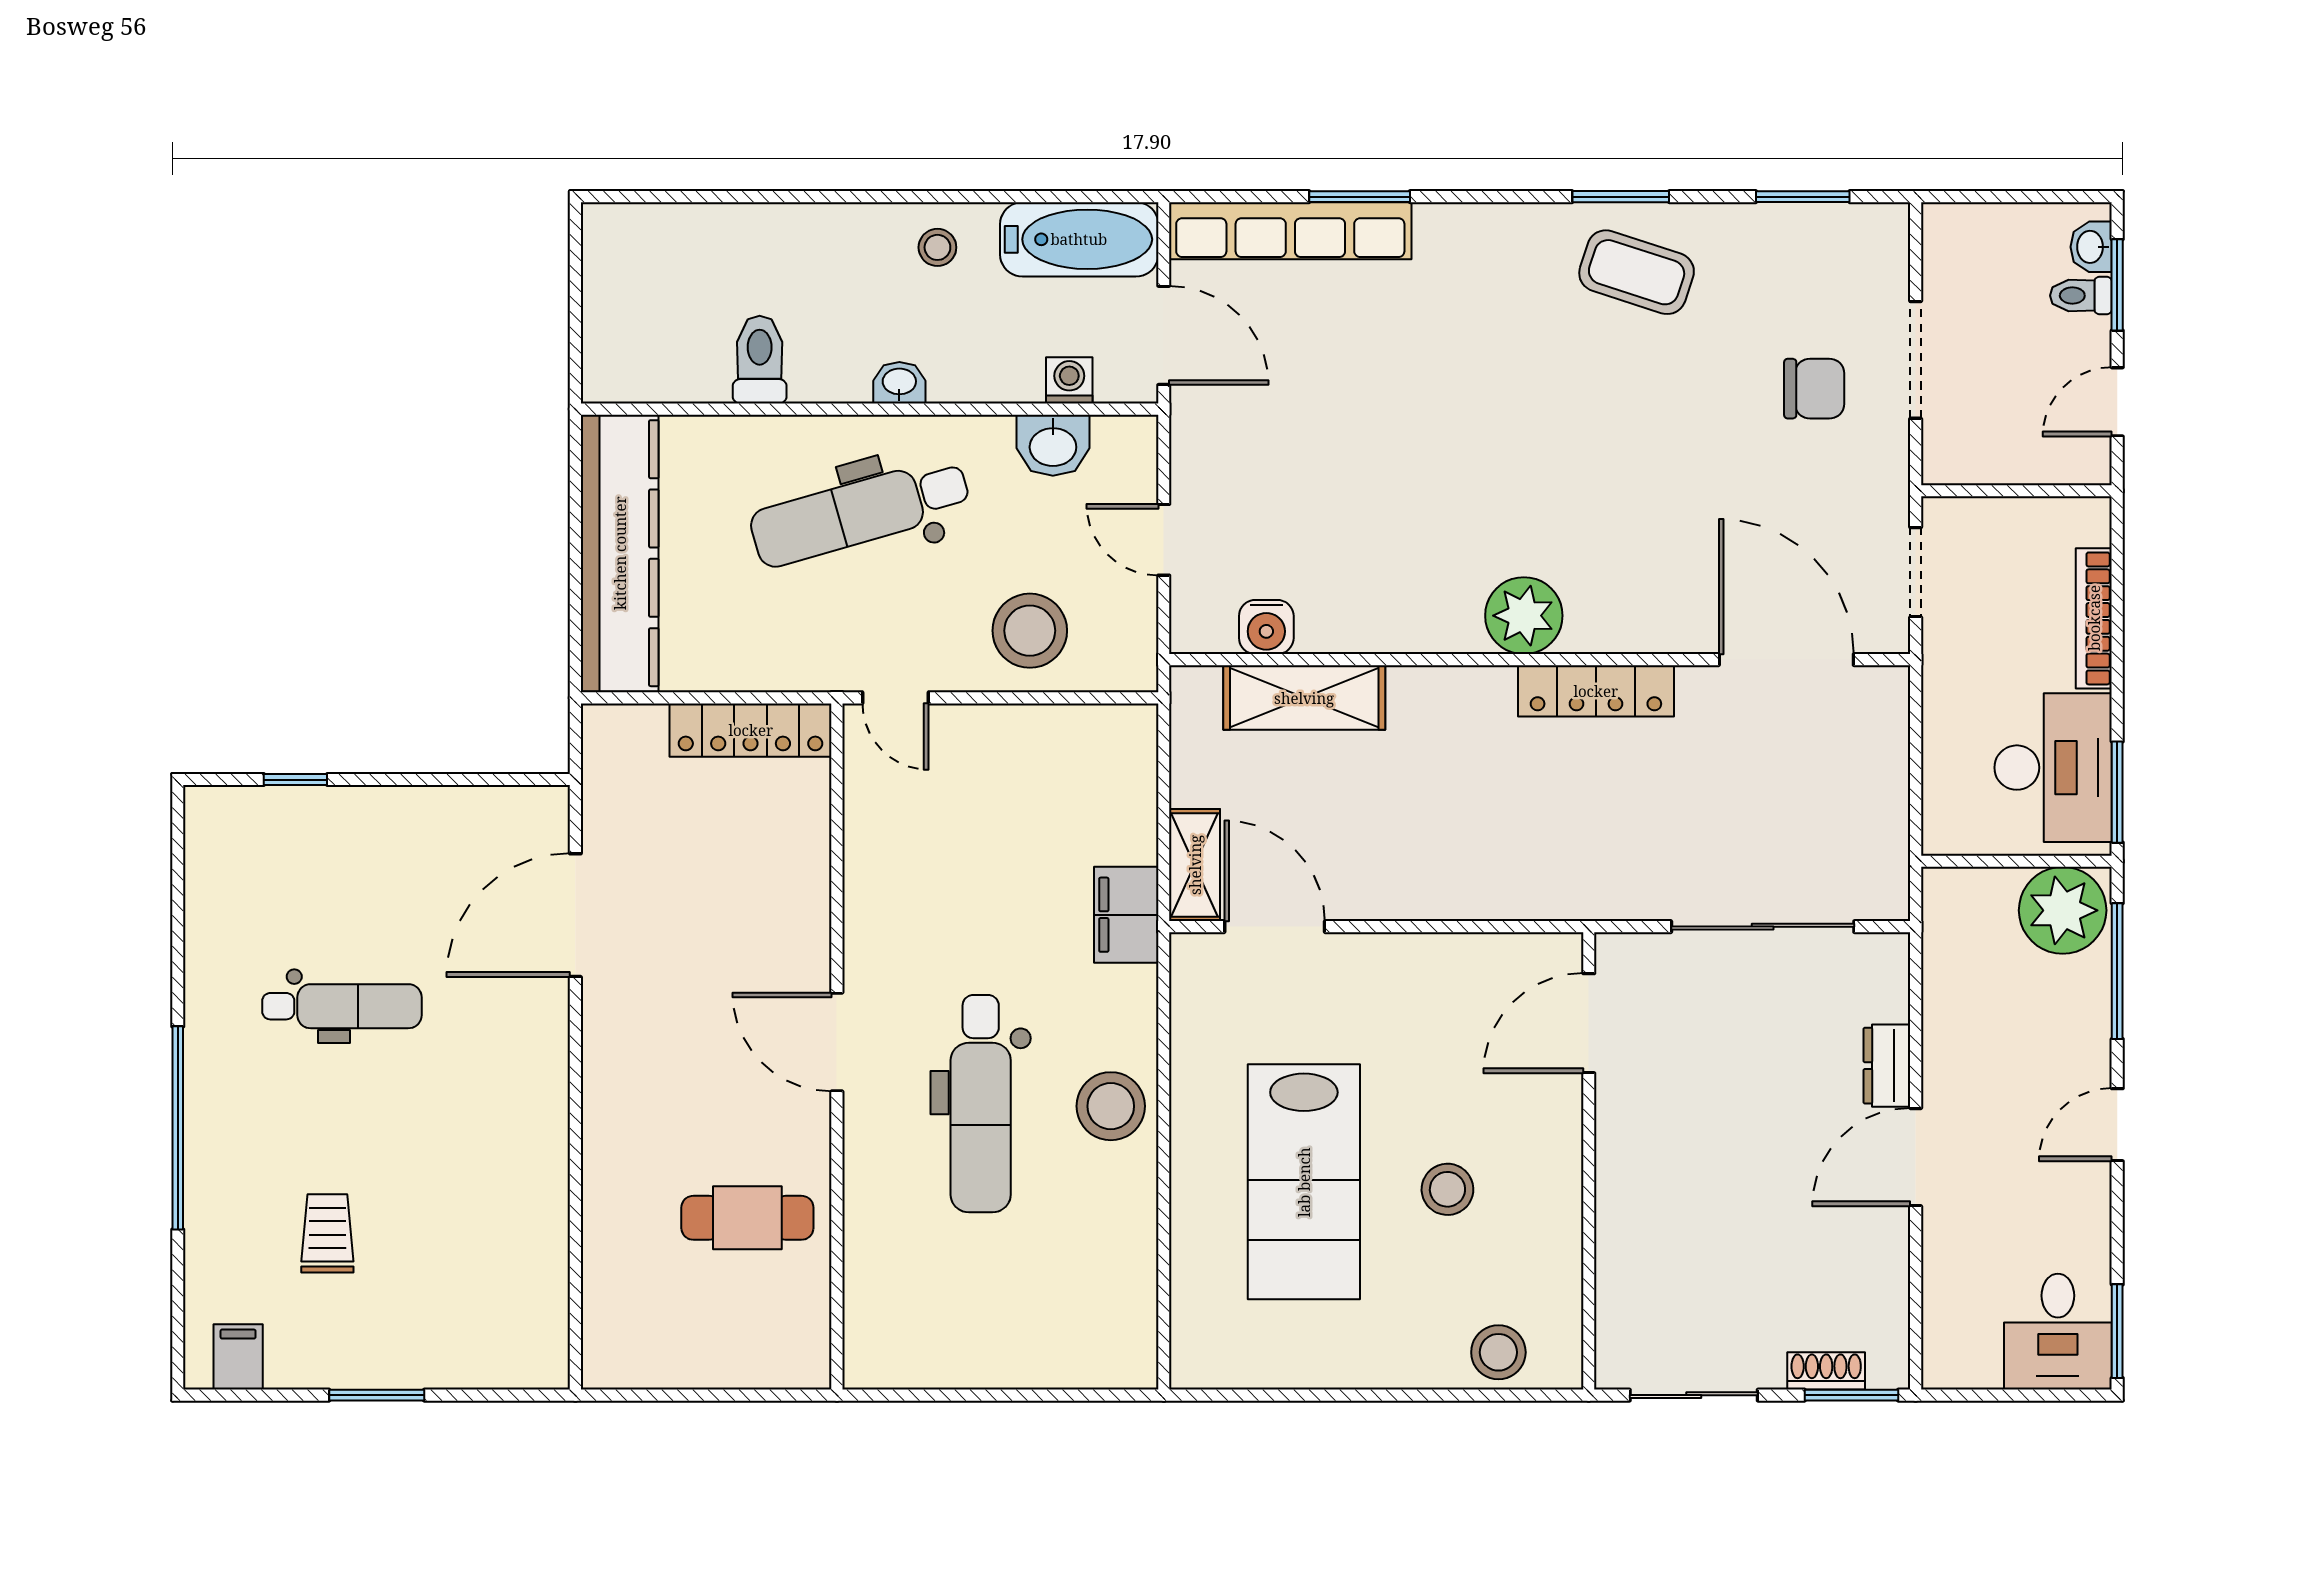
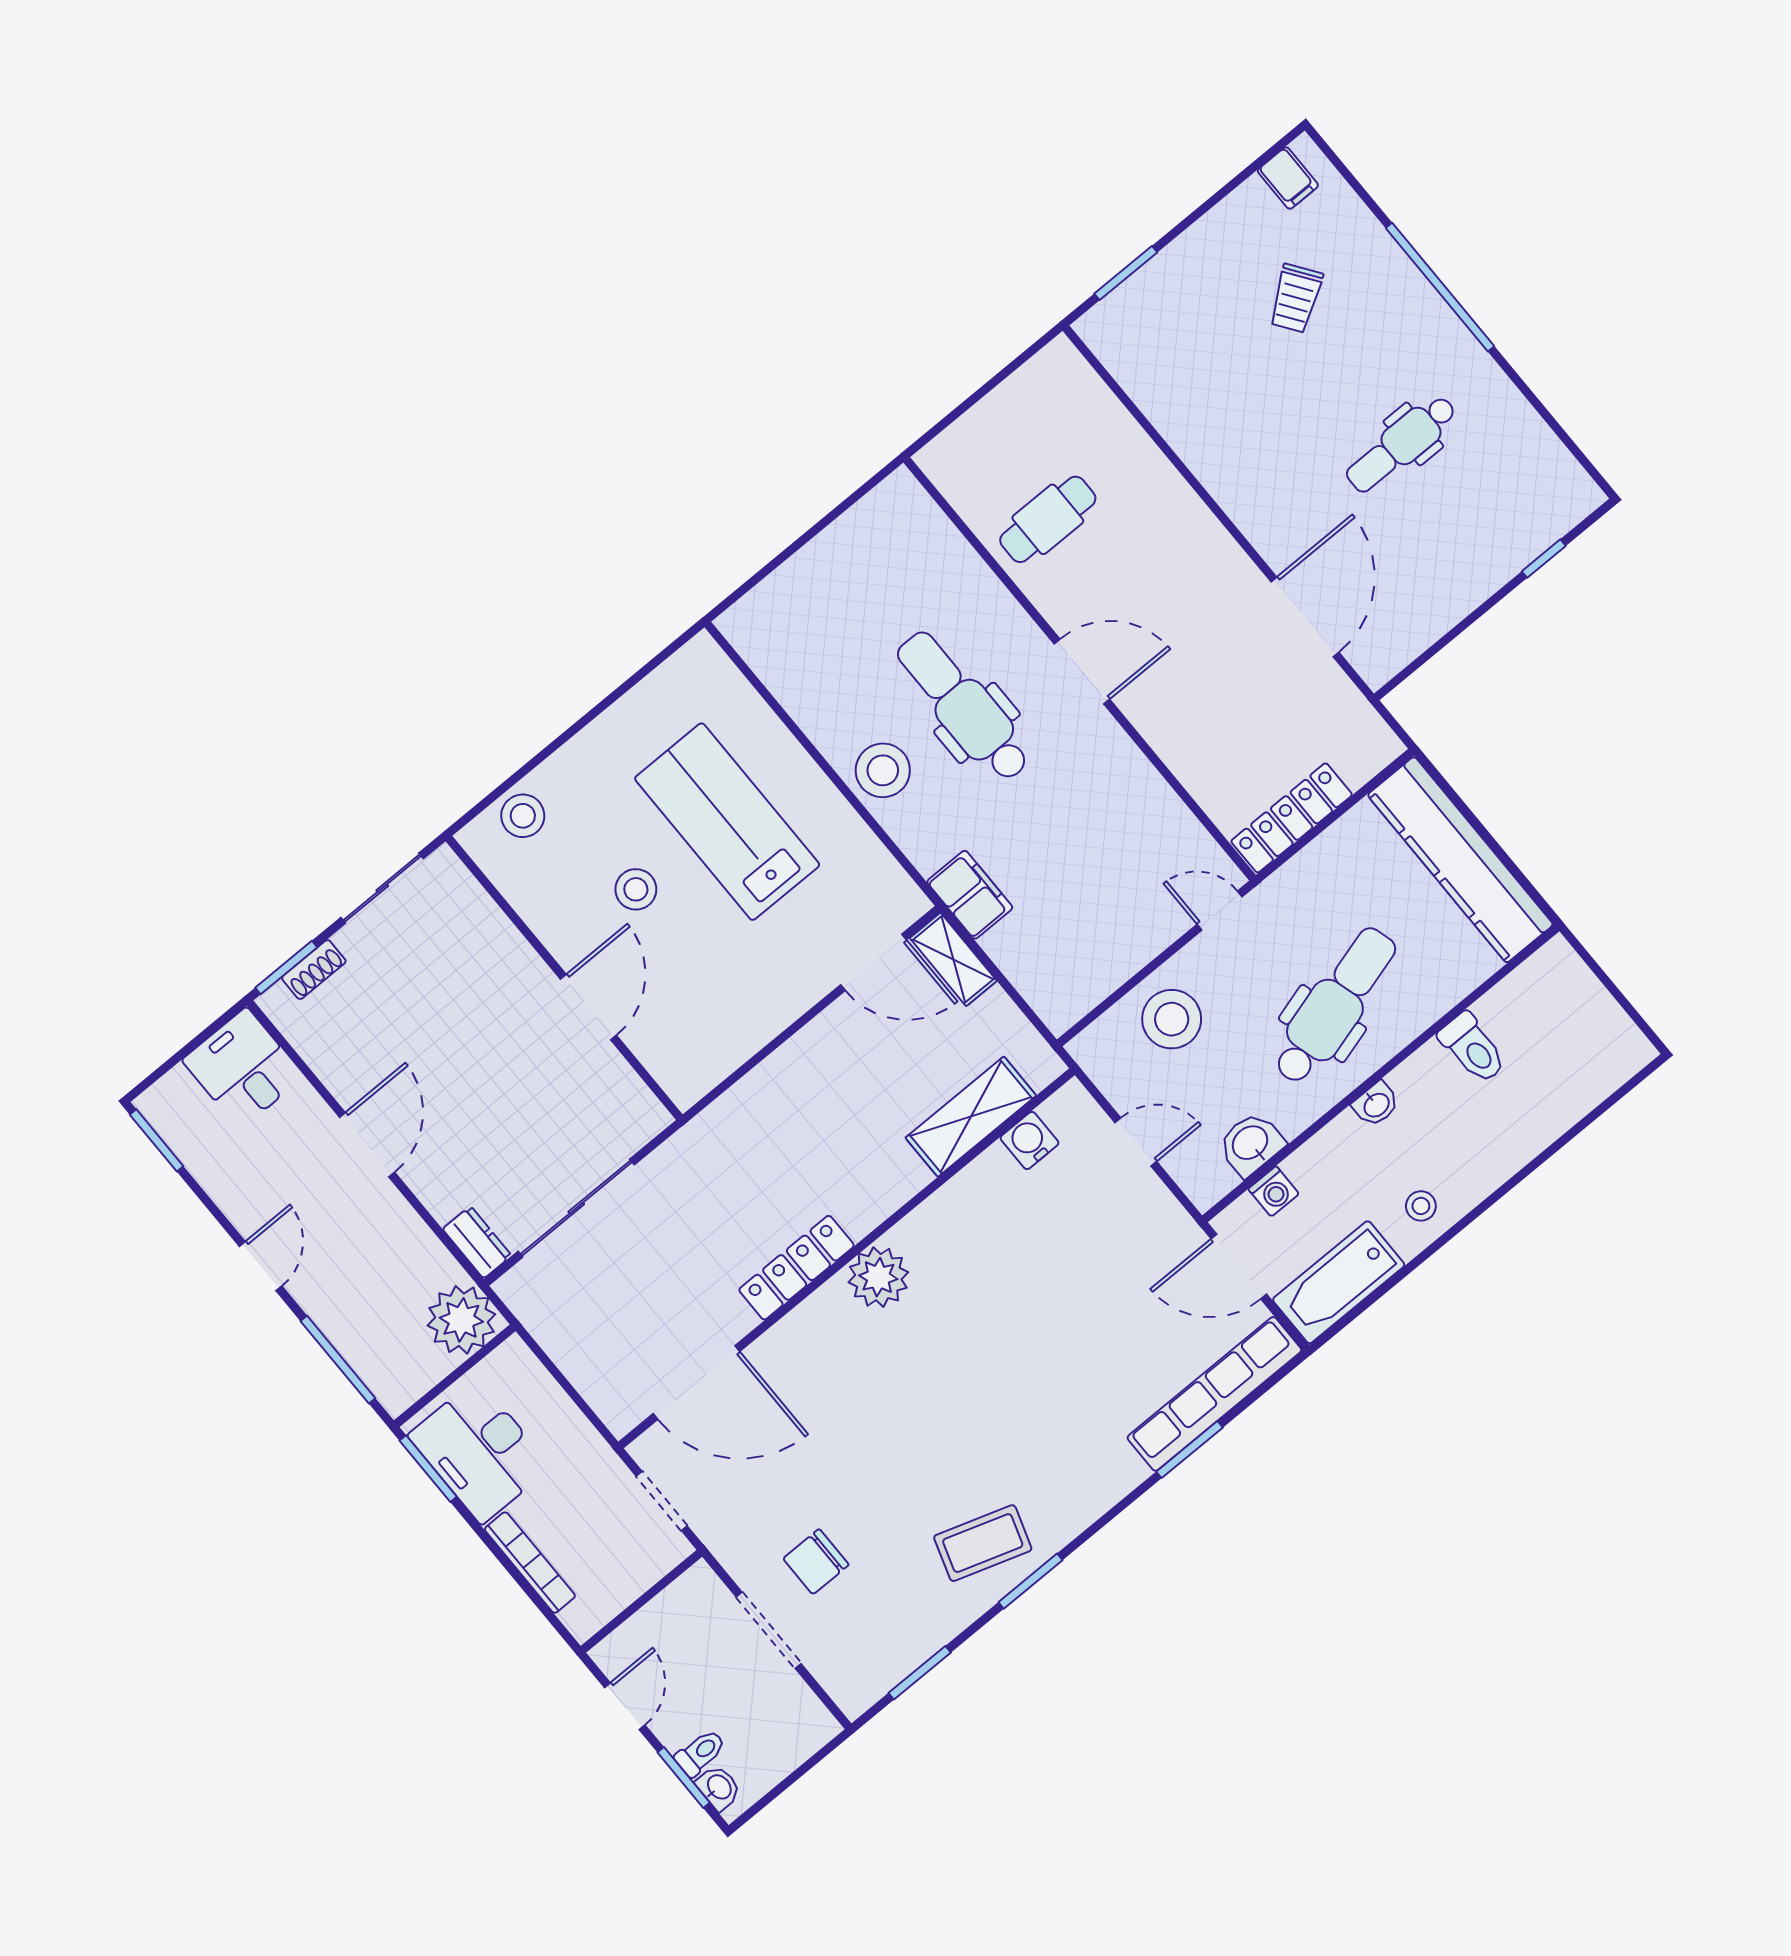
plant: (2063, 910) -> (461, 1320), moved
door: (1589, 1023) -> (588, 1007), moved
dresser: (1887, 1066) -> (477, 1242), moved
trolley: (327, 1233) -> (1296, 298), turned 55
desk: (2058, 1332) -> (243, 1068), moved
window: (377, 1395) -> (1126, 273), moved

